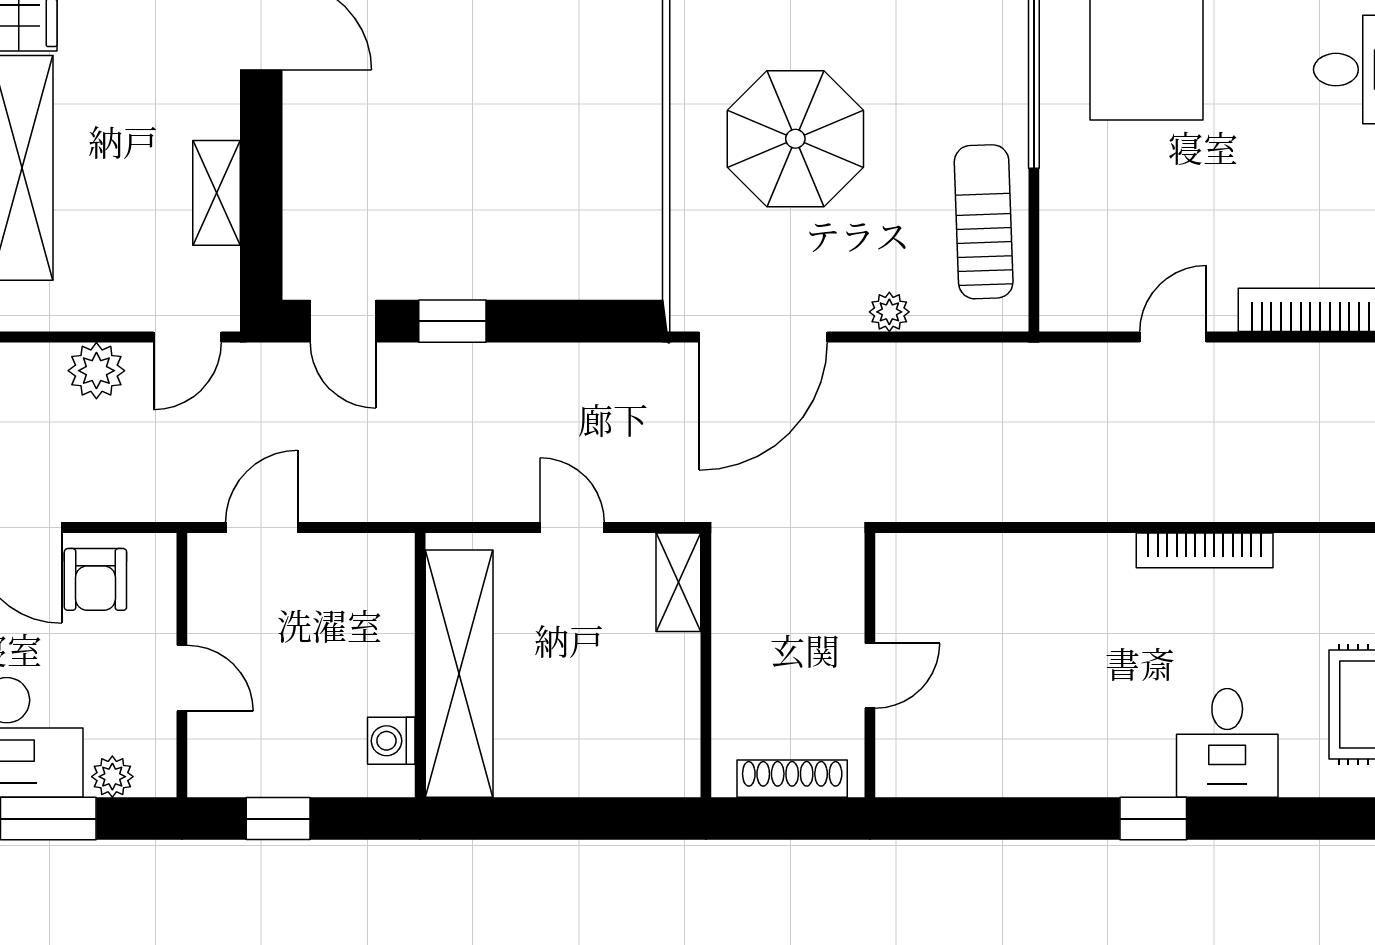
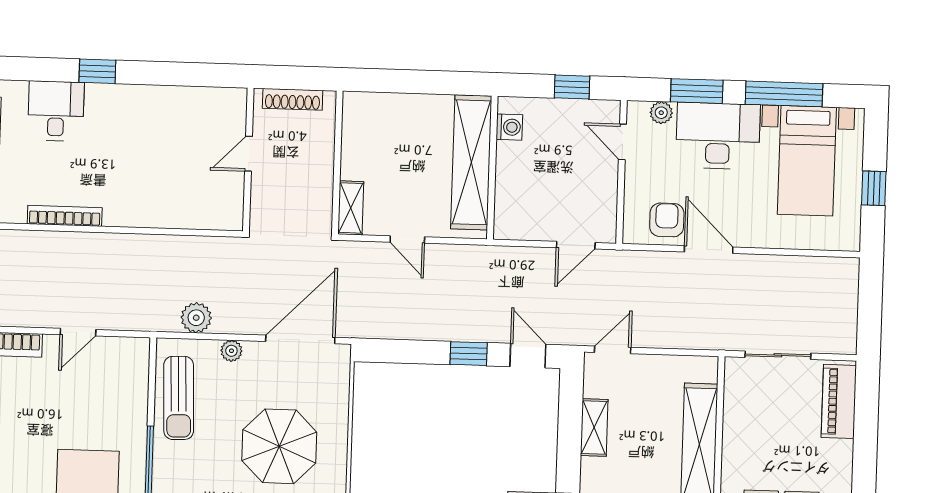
plant: (96, 371) -> (196, 318), moved
door: (182, 678) -> (622, 142), moved

